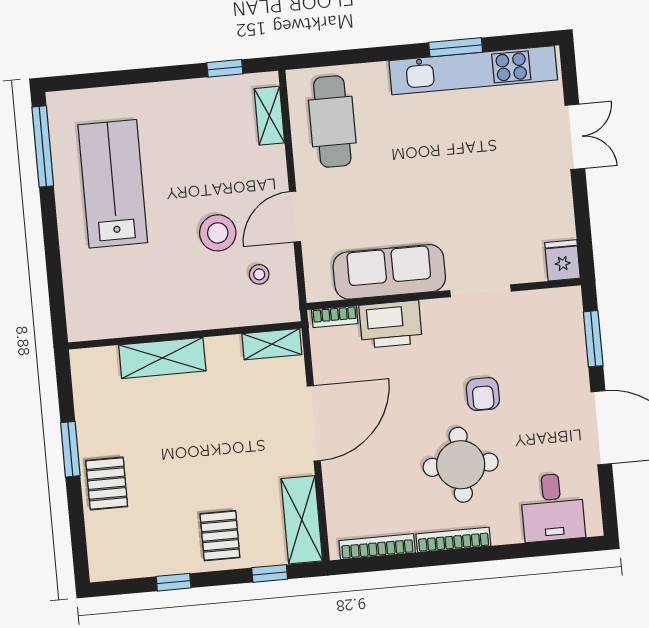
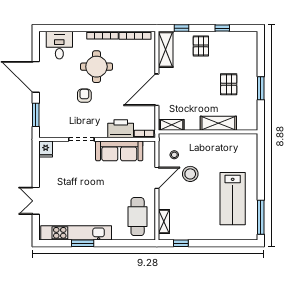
pallet: (107, 484) -> (229, 84), moved

